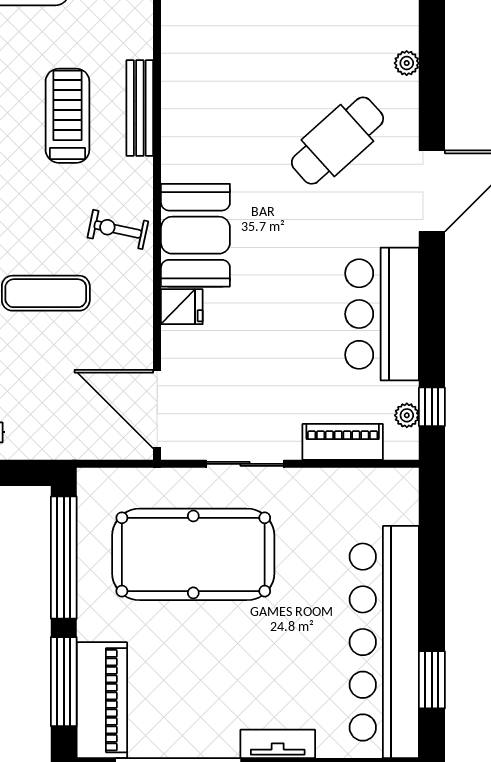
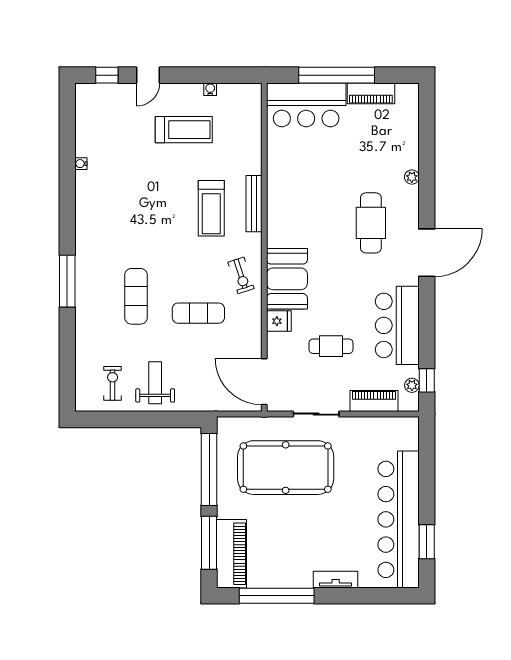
treadmill: (67, 116) -> (211, 208), turned 180
cafe table: (337, 141) -> (371, 223), turned -48
exercise bike: (118, 229) -> (241, 275), turned -120
cafe table: (270, 349) -> (331, 346), added

